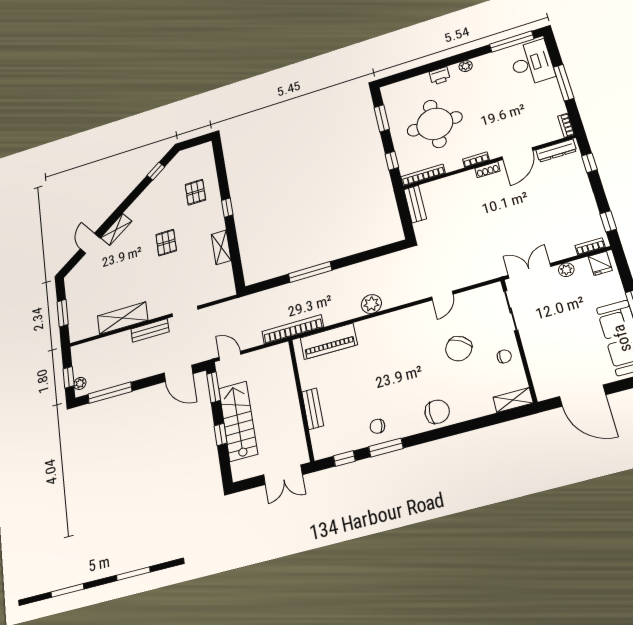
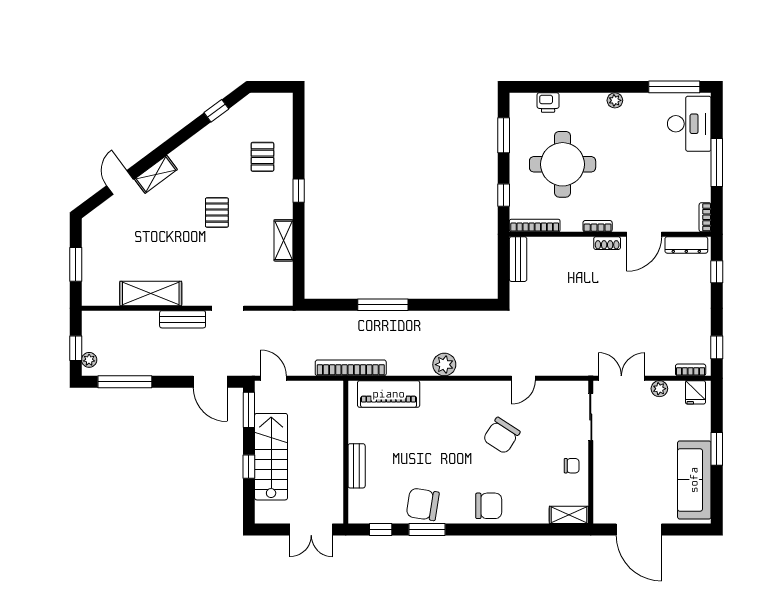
printer: (440, 76) -> (548, 103), moved
chair: (459, 349) -> (501, 436), moved
chair: (377, 426) -> (423, 504), width x1.87, depth x1.87

